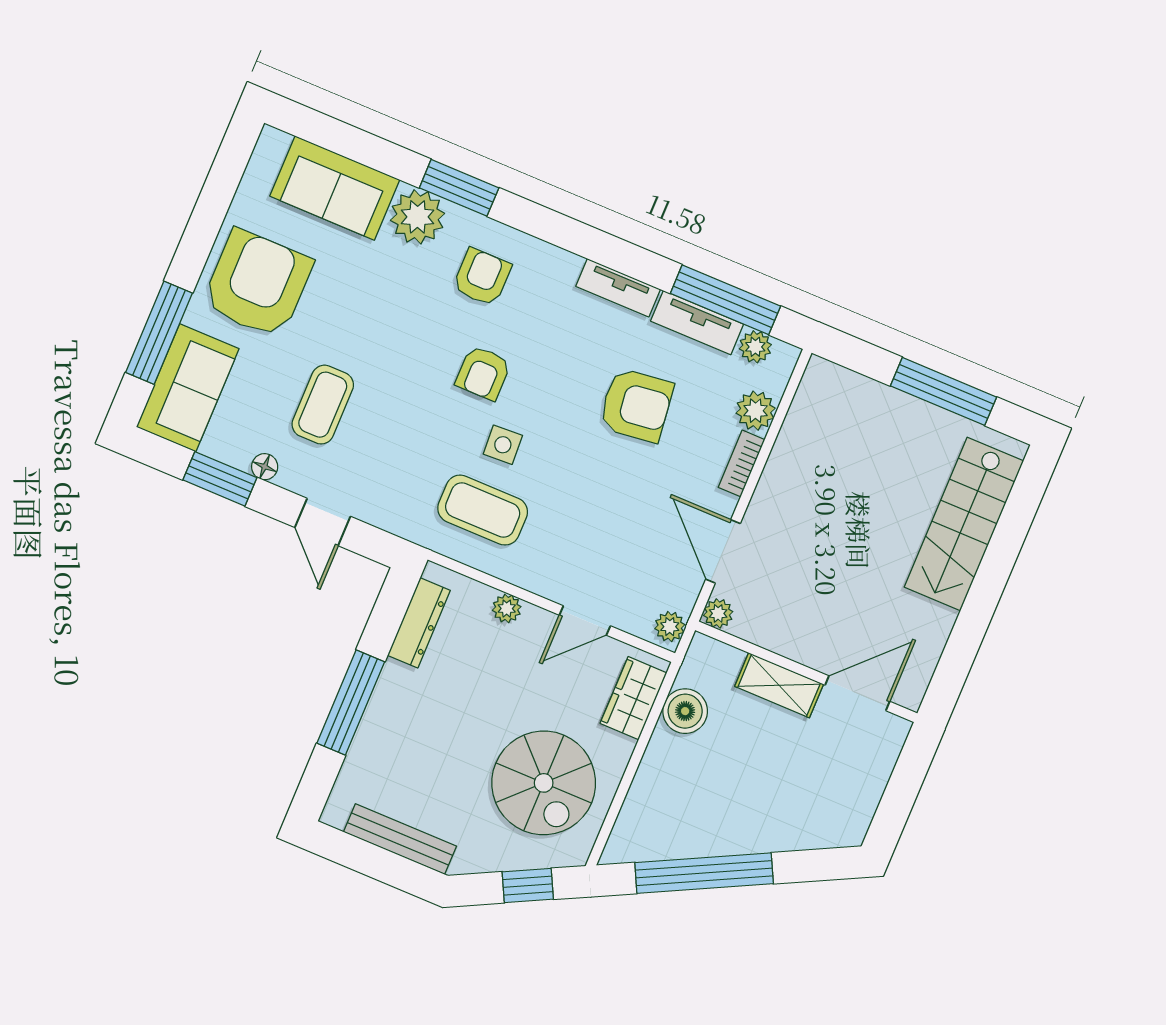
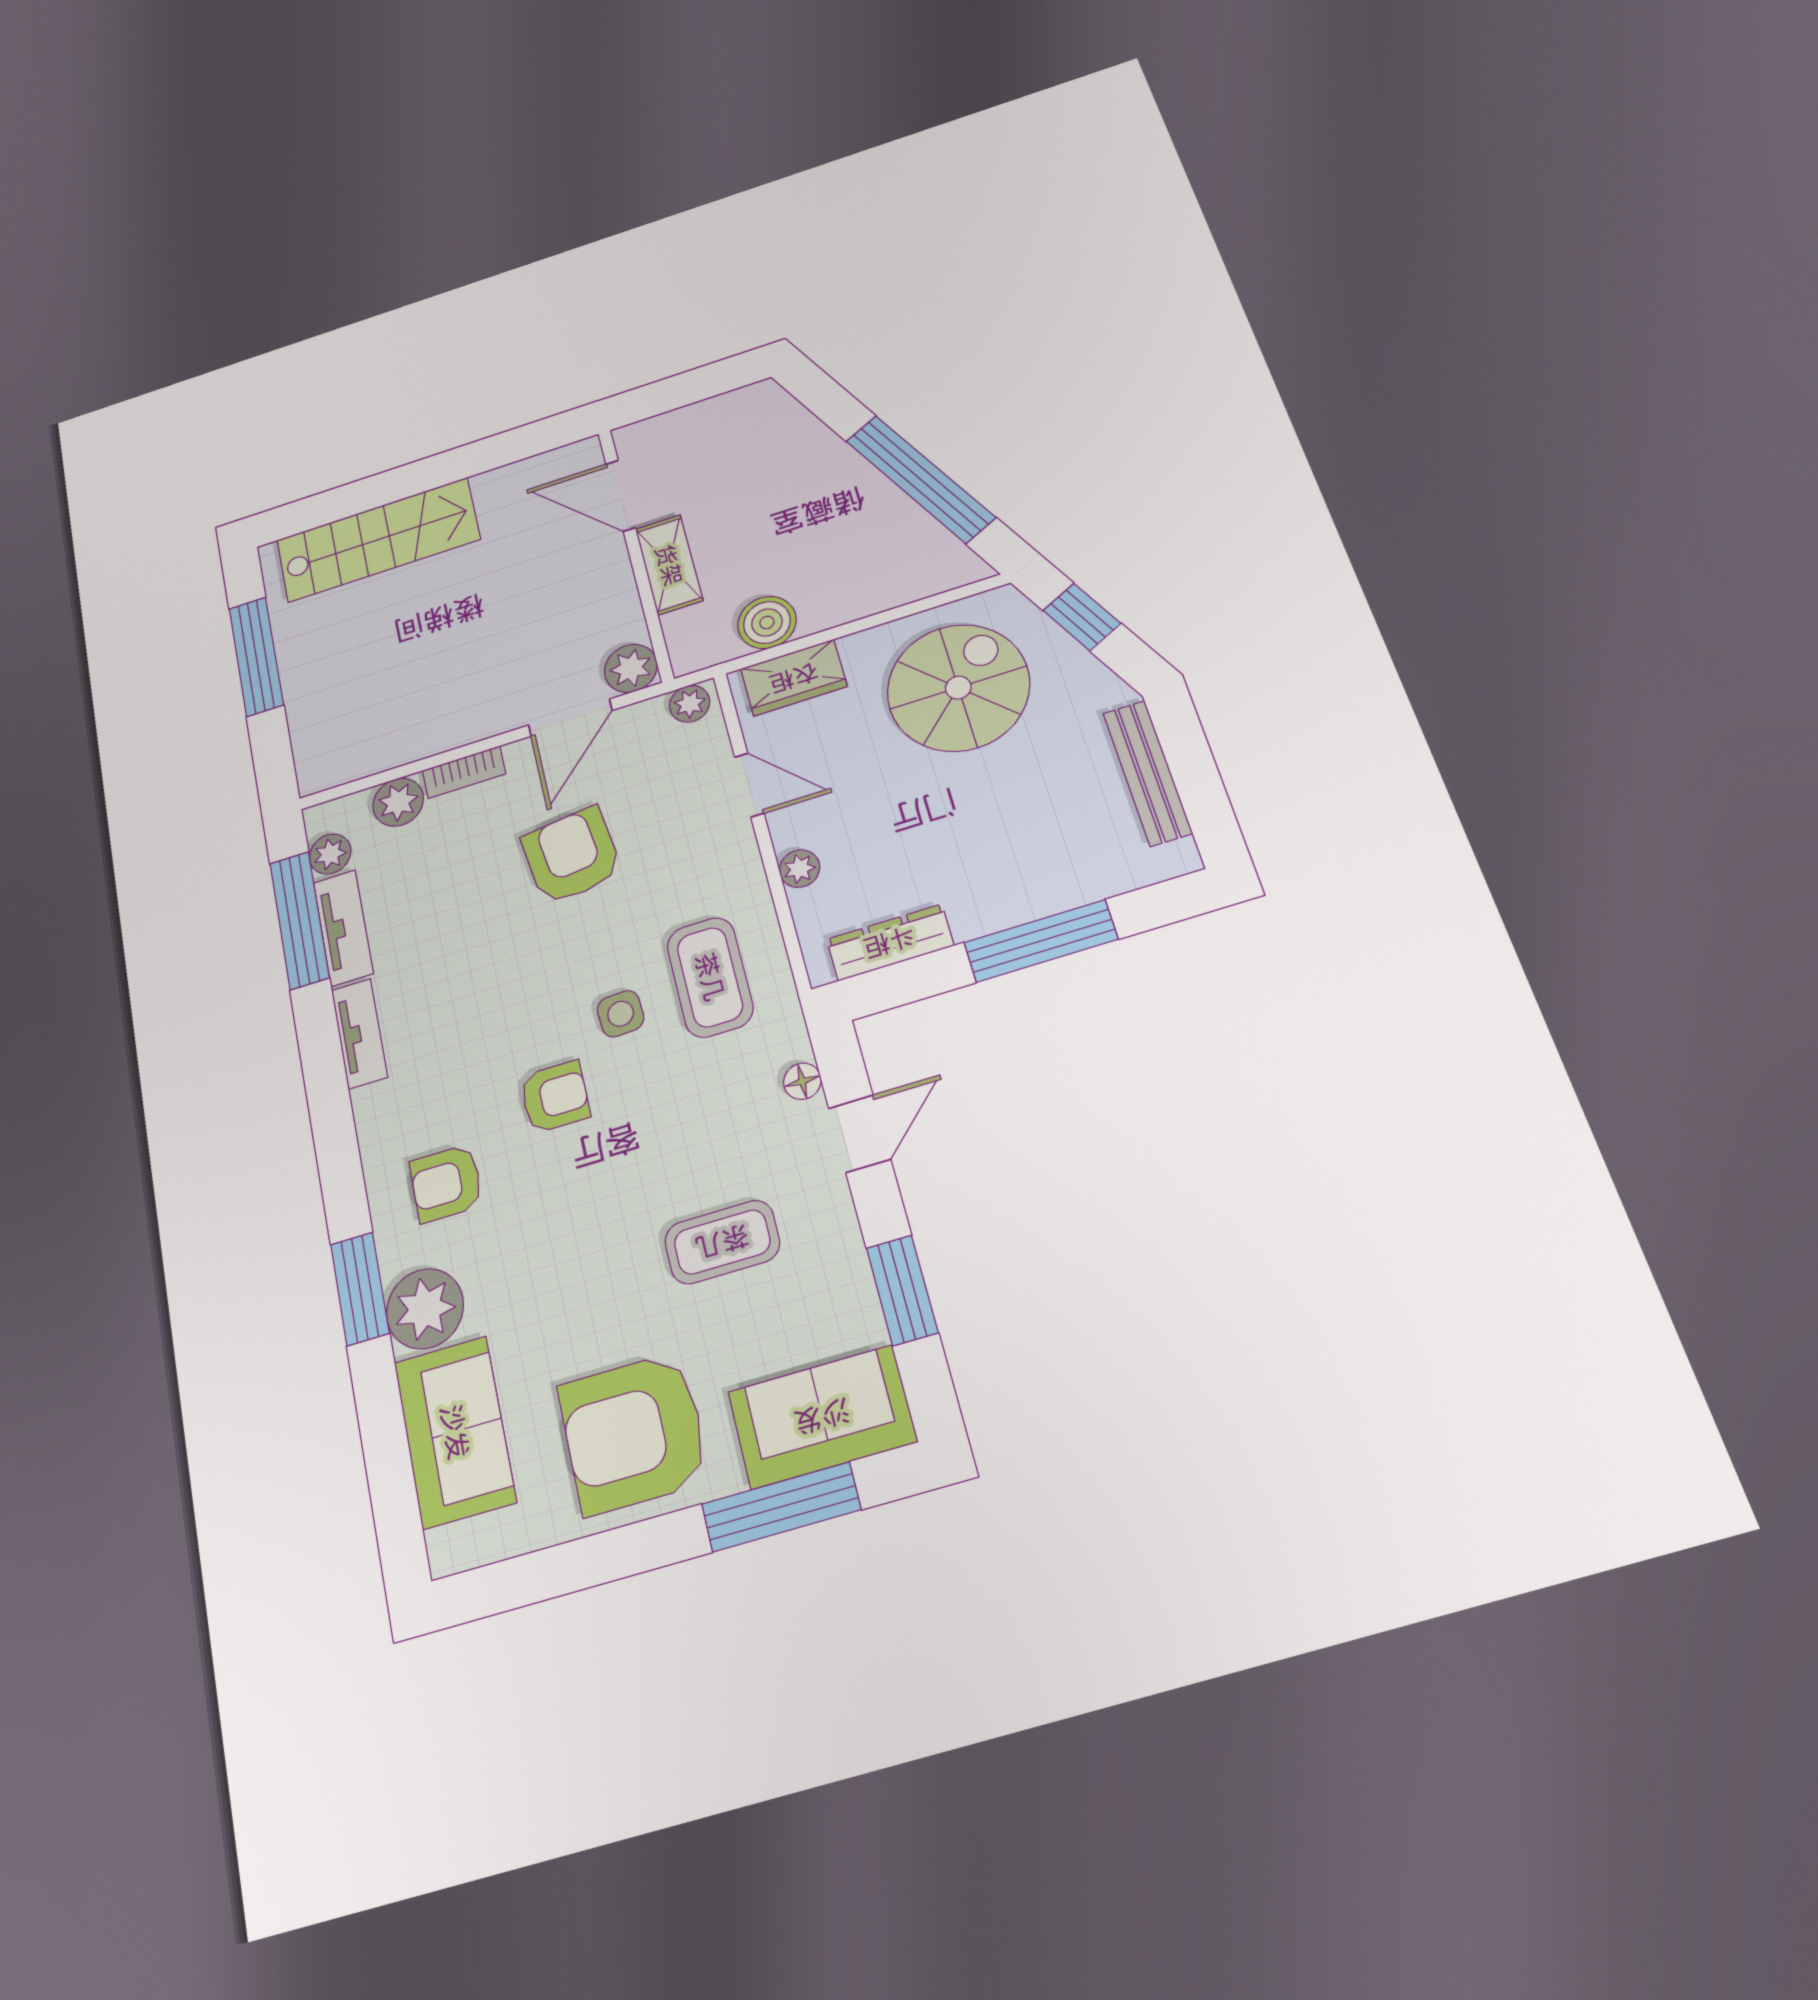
armchair: (636, 405) -> (572, 856), moved
floor lamp: (265, 467) -> (802, 1081), moved
plant: (718, 613) -> (631, 668), width x1.38, depth x1.38

